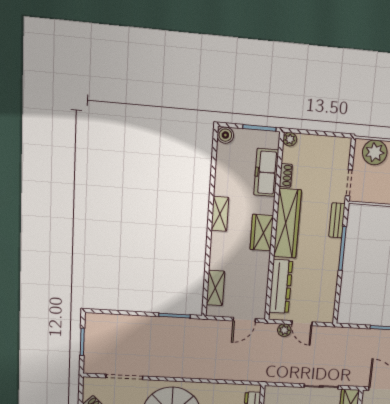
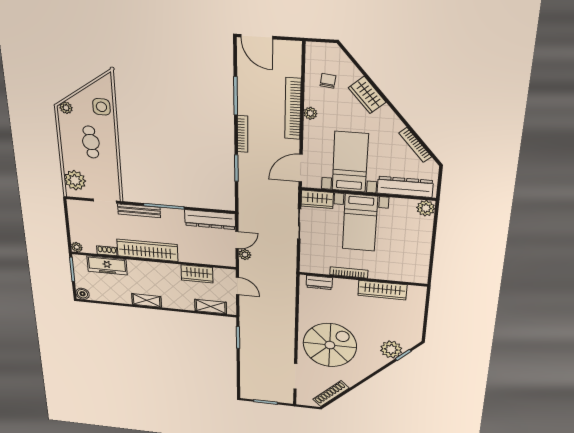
bench: (337, 220) -> (139, 211), width x1.36
wardrobe: (262, 233) -> (197, 274), moved
dresser: (281, 286) -> (210, 220), moved, turned 180

